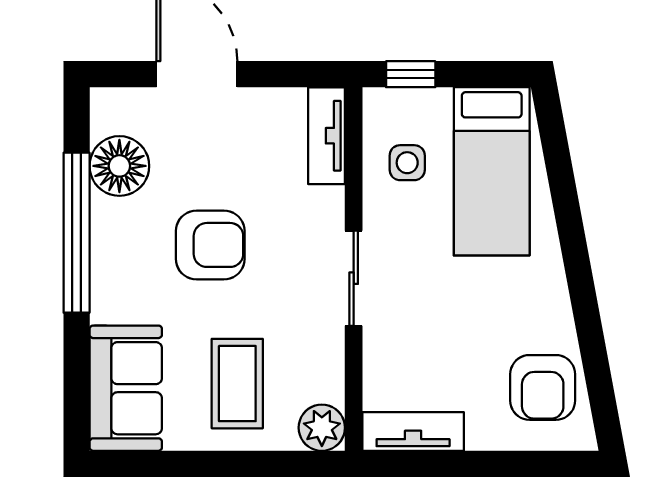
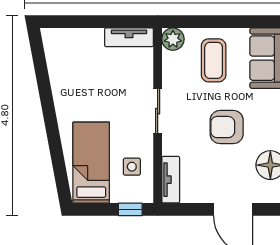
armchair: (543, 387) -> (67, 58), removed

